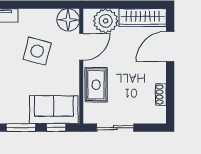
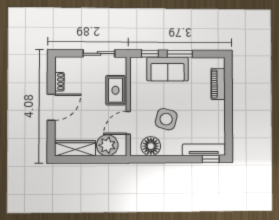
floor lamp: (68, 20) -> (151, 146), moved
door: (170, 47) -> (51, 107), moved
sofa: (54, 110) -> (168, 69), moved

